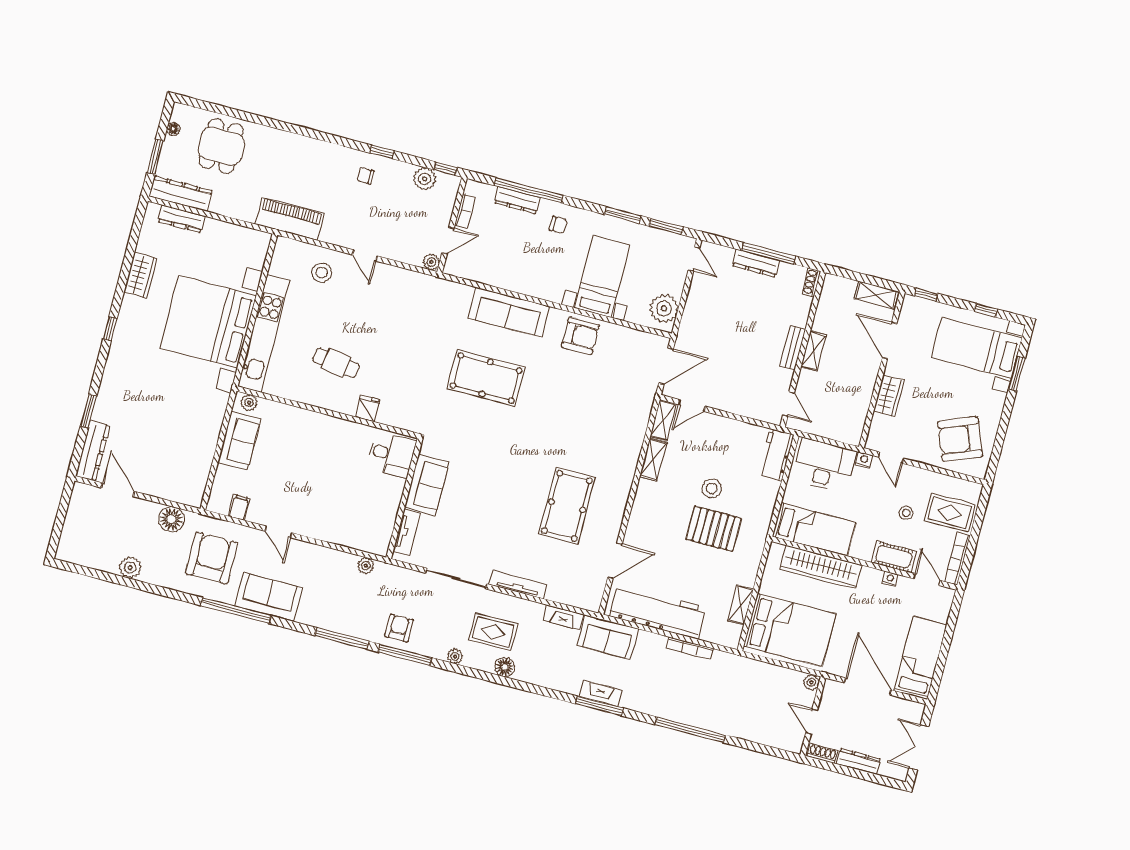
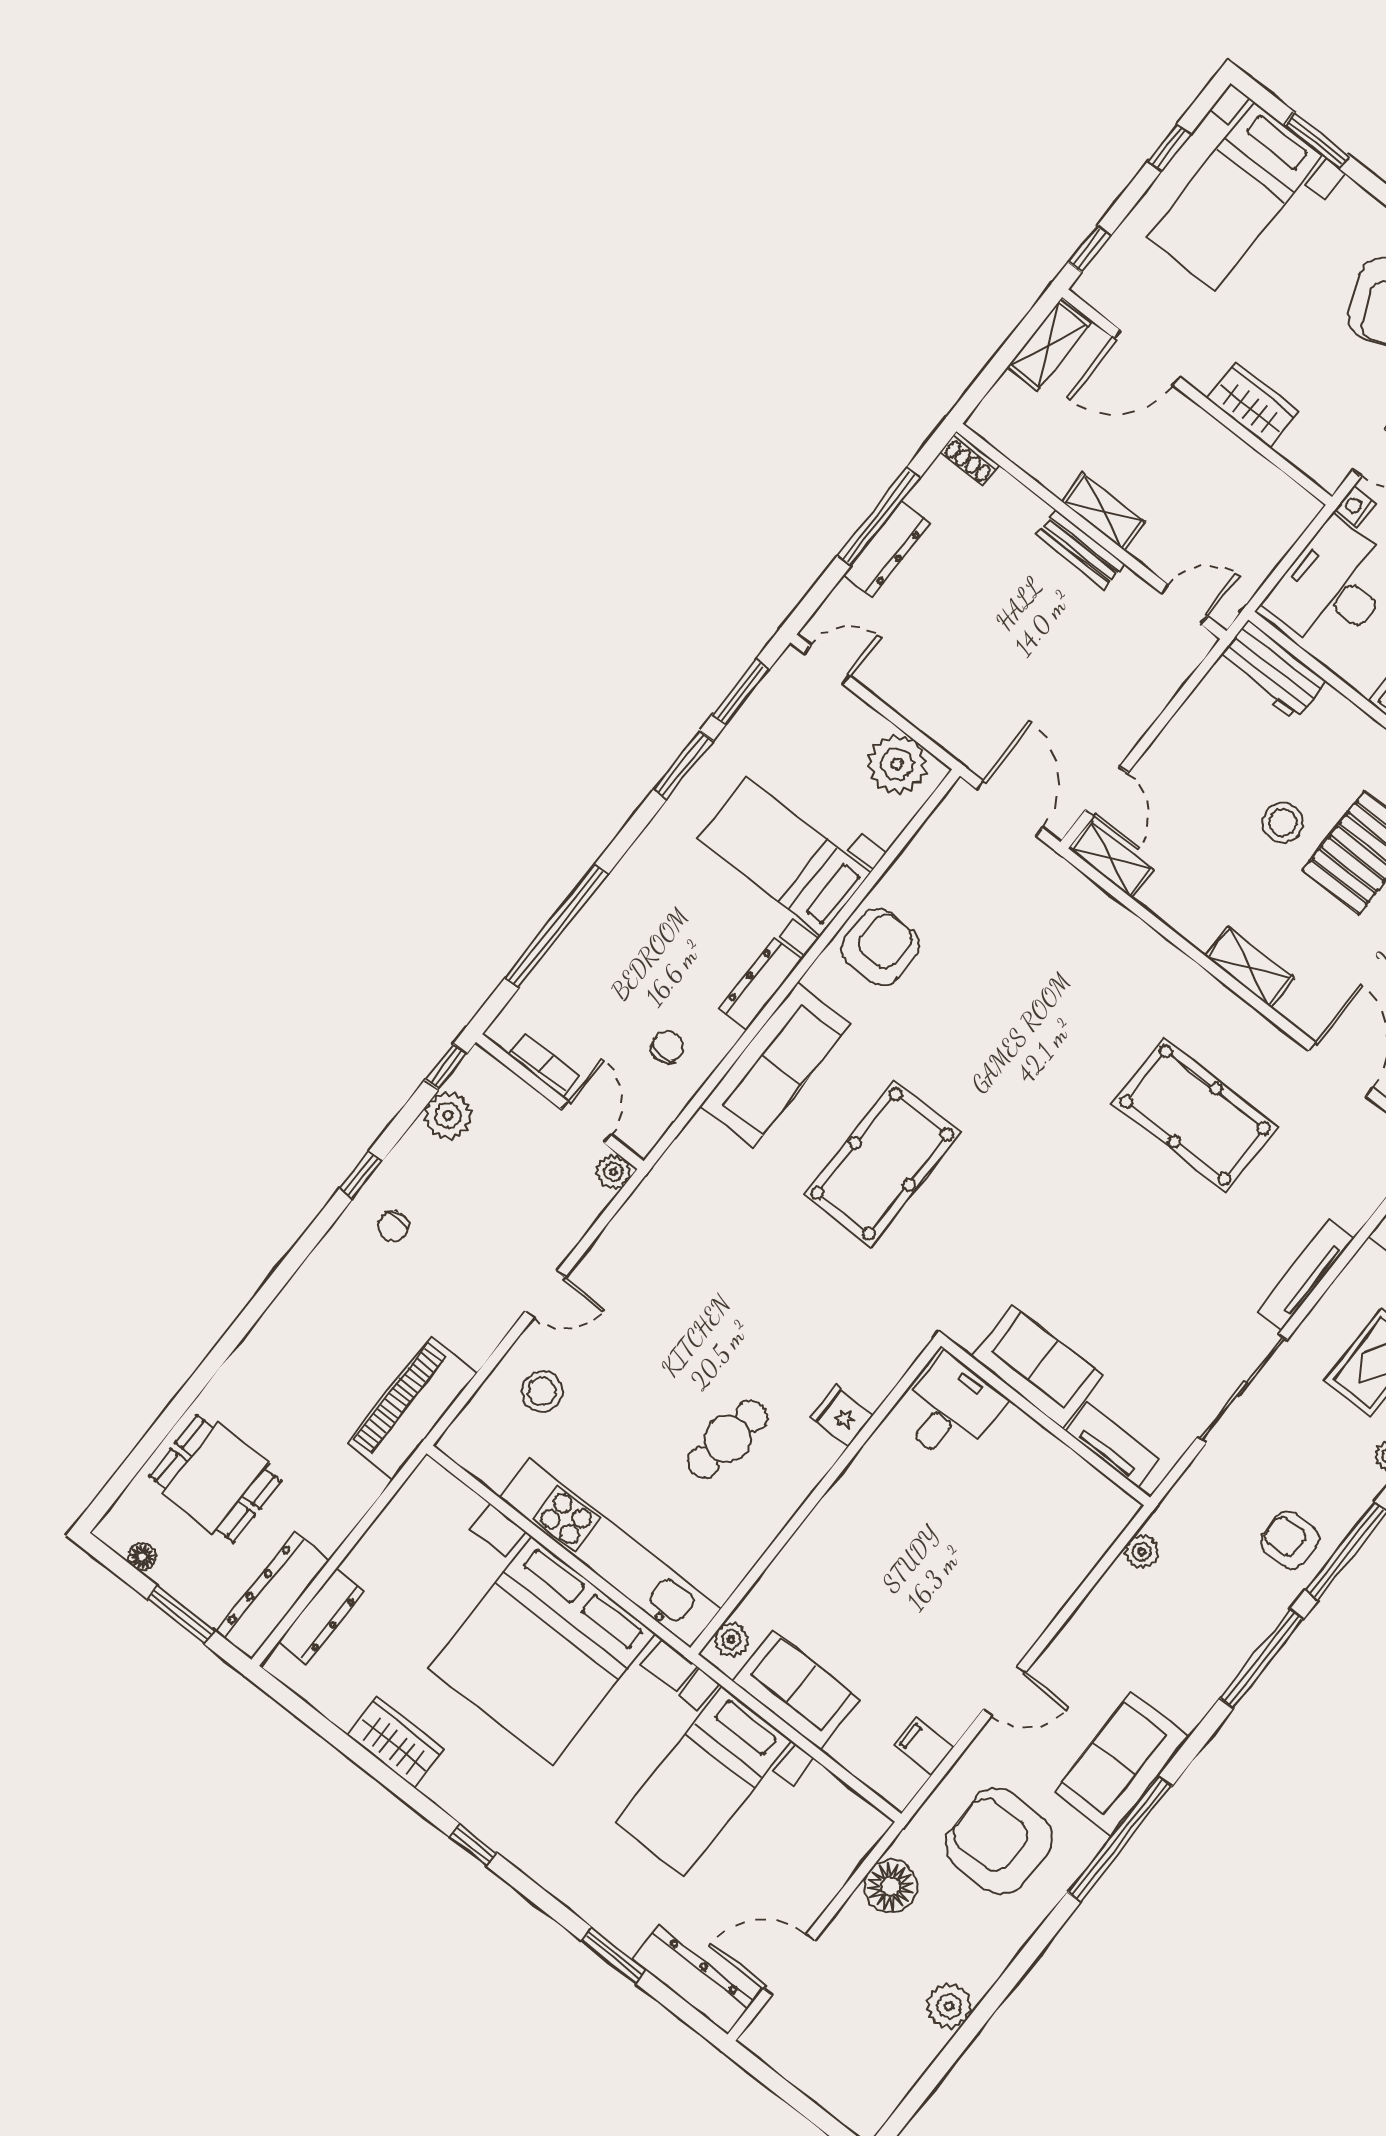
dresser: (517, 200) -> (761, 984), moved, turned 180
chair: (558, 225) -> (667, 1047), moved
bed with nightstands: (182, 417) -> (704, 1781), added
shelving: (653, 460) -> (1249, 967), moved

